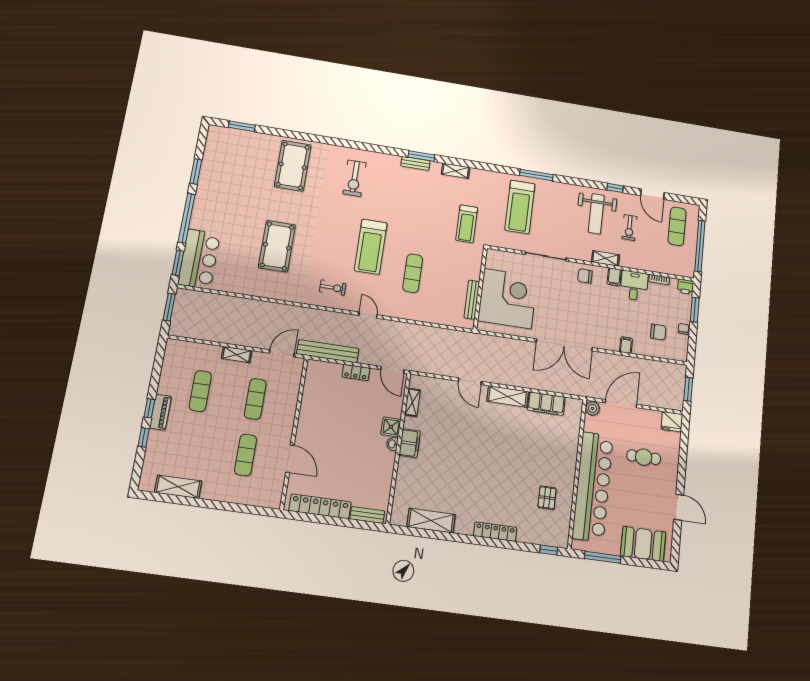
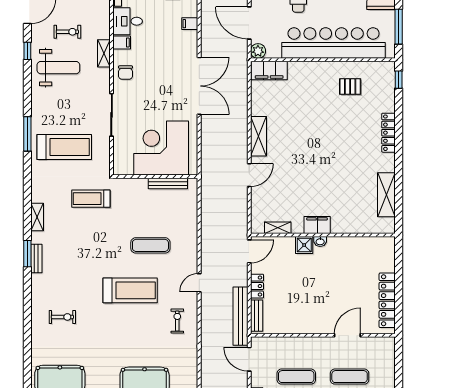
exercise bike: (354, 178) -> (62, 317), width x0.73, depth x0.72
treadmill: (467, 224) -> (91, 199), turned 180
filing cabinet: (546, 404) -> (269, 71), moved, turned 90
bench: (367, 515) -> (257, 316), moved

